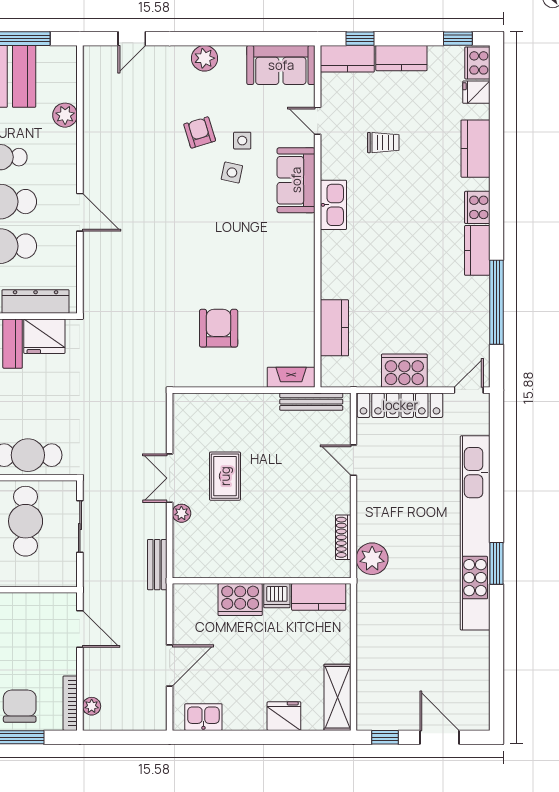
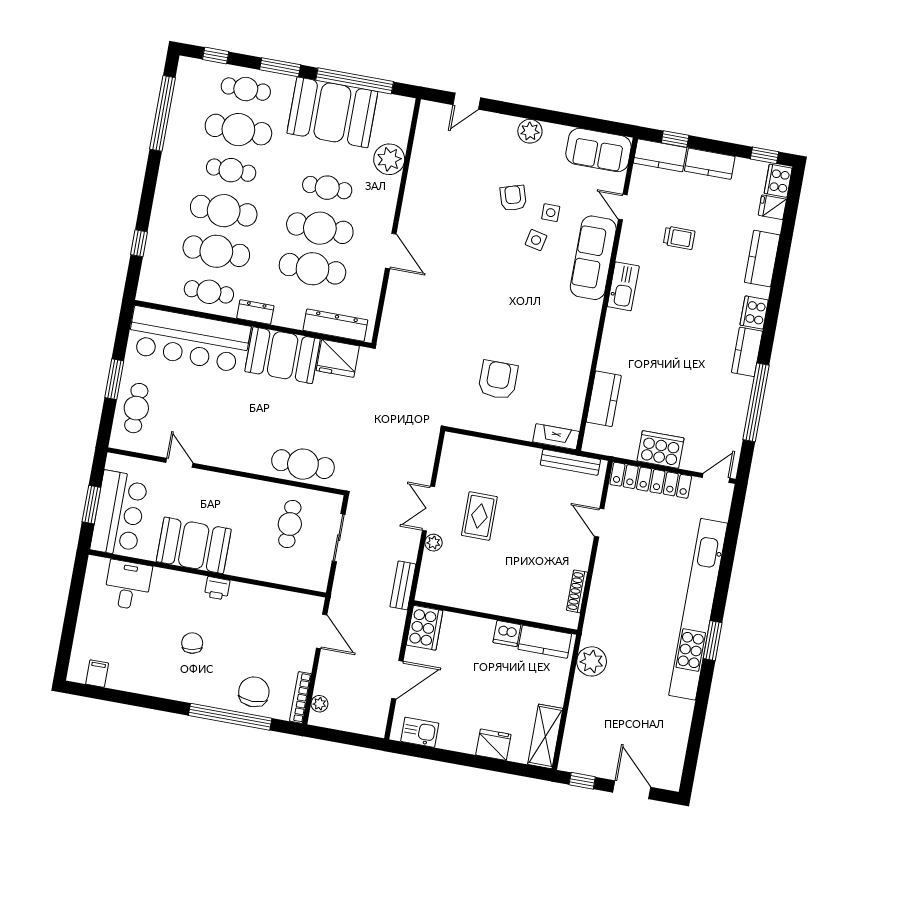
plant: (65, 115) -> (389, 159), width x1.36, depth x1.36
sofa: (296, 180) -> (593, 258), width x1.36
cafe table: (26, 521) -> (290, 524), width x0.73, depth x0.74
plant: (372, 559) -> (592, 661), moved
cooker: (240, 600) -> (425, 628), moved, turned -90

